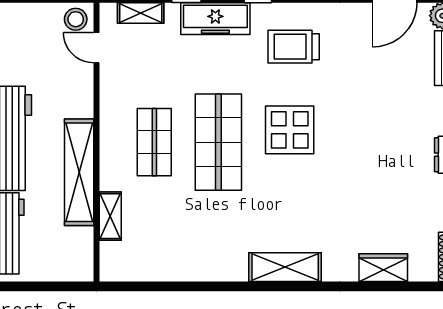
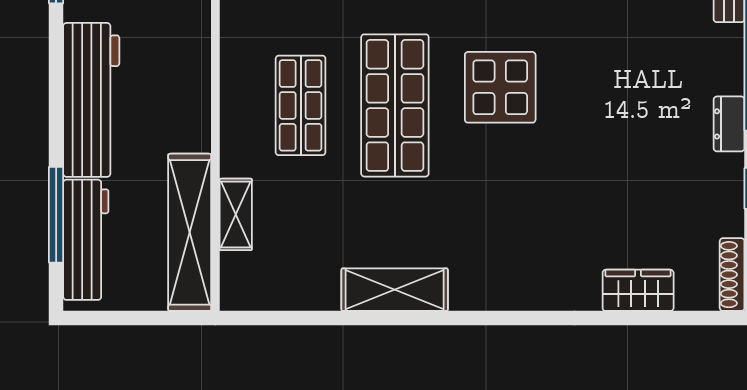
shelving: (79, 172) -> (190, 232), moved
shelving: (285, 267) -> (395, 290), moved

